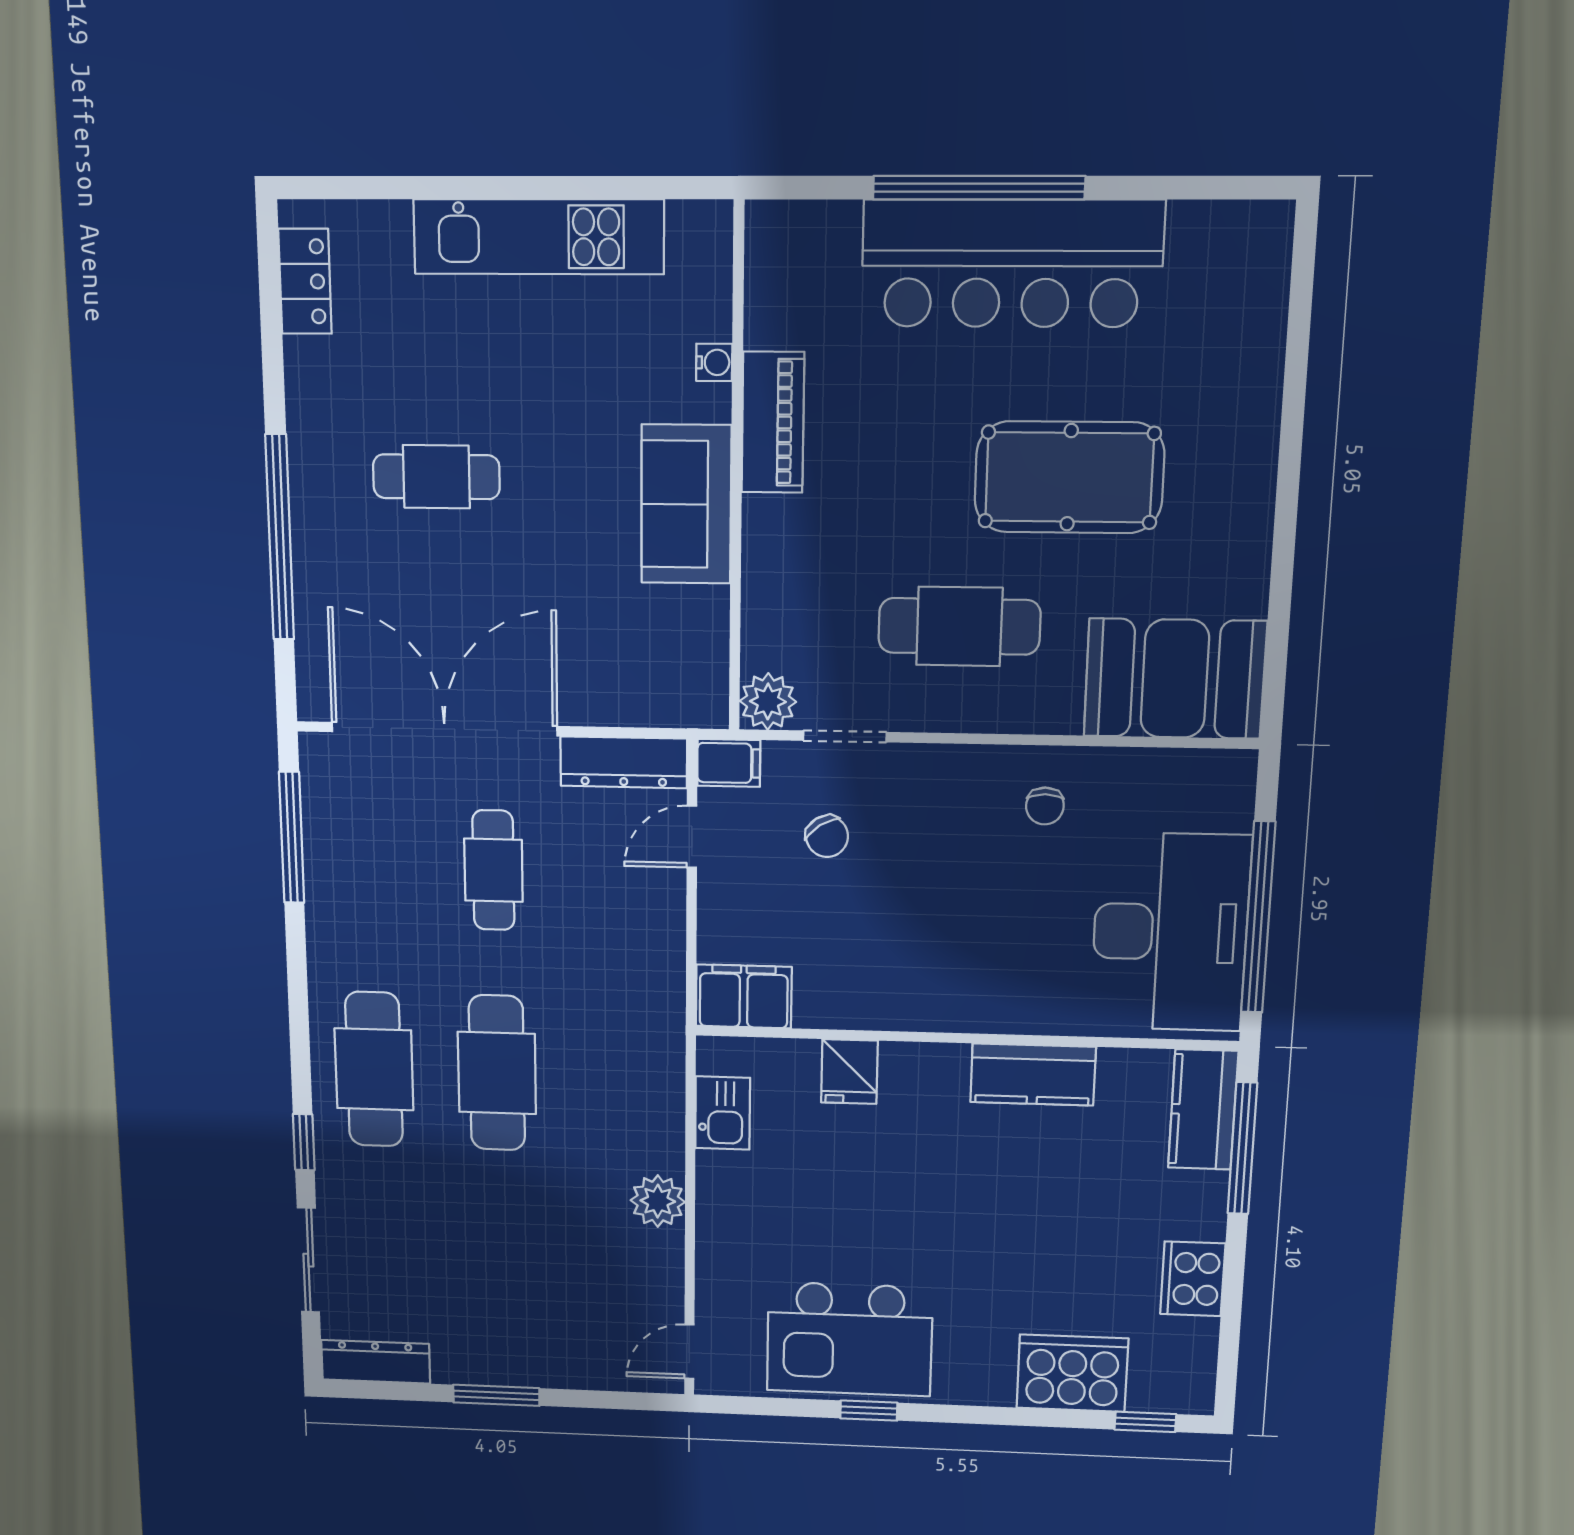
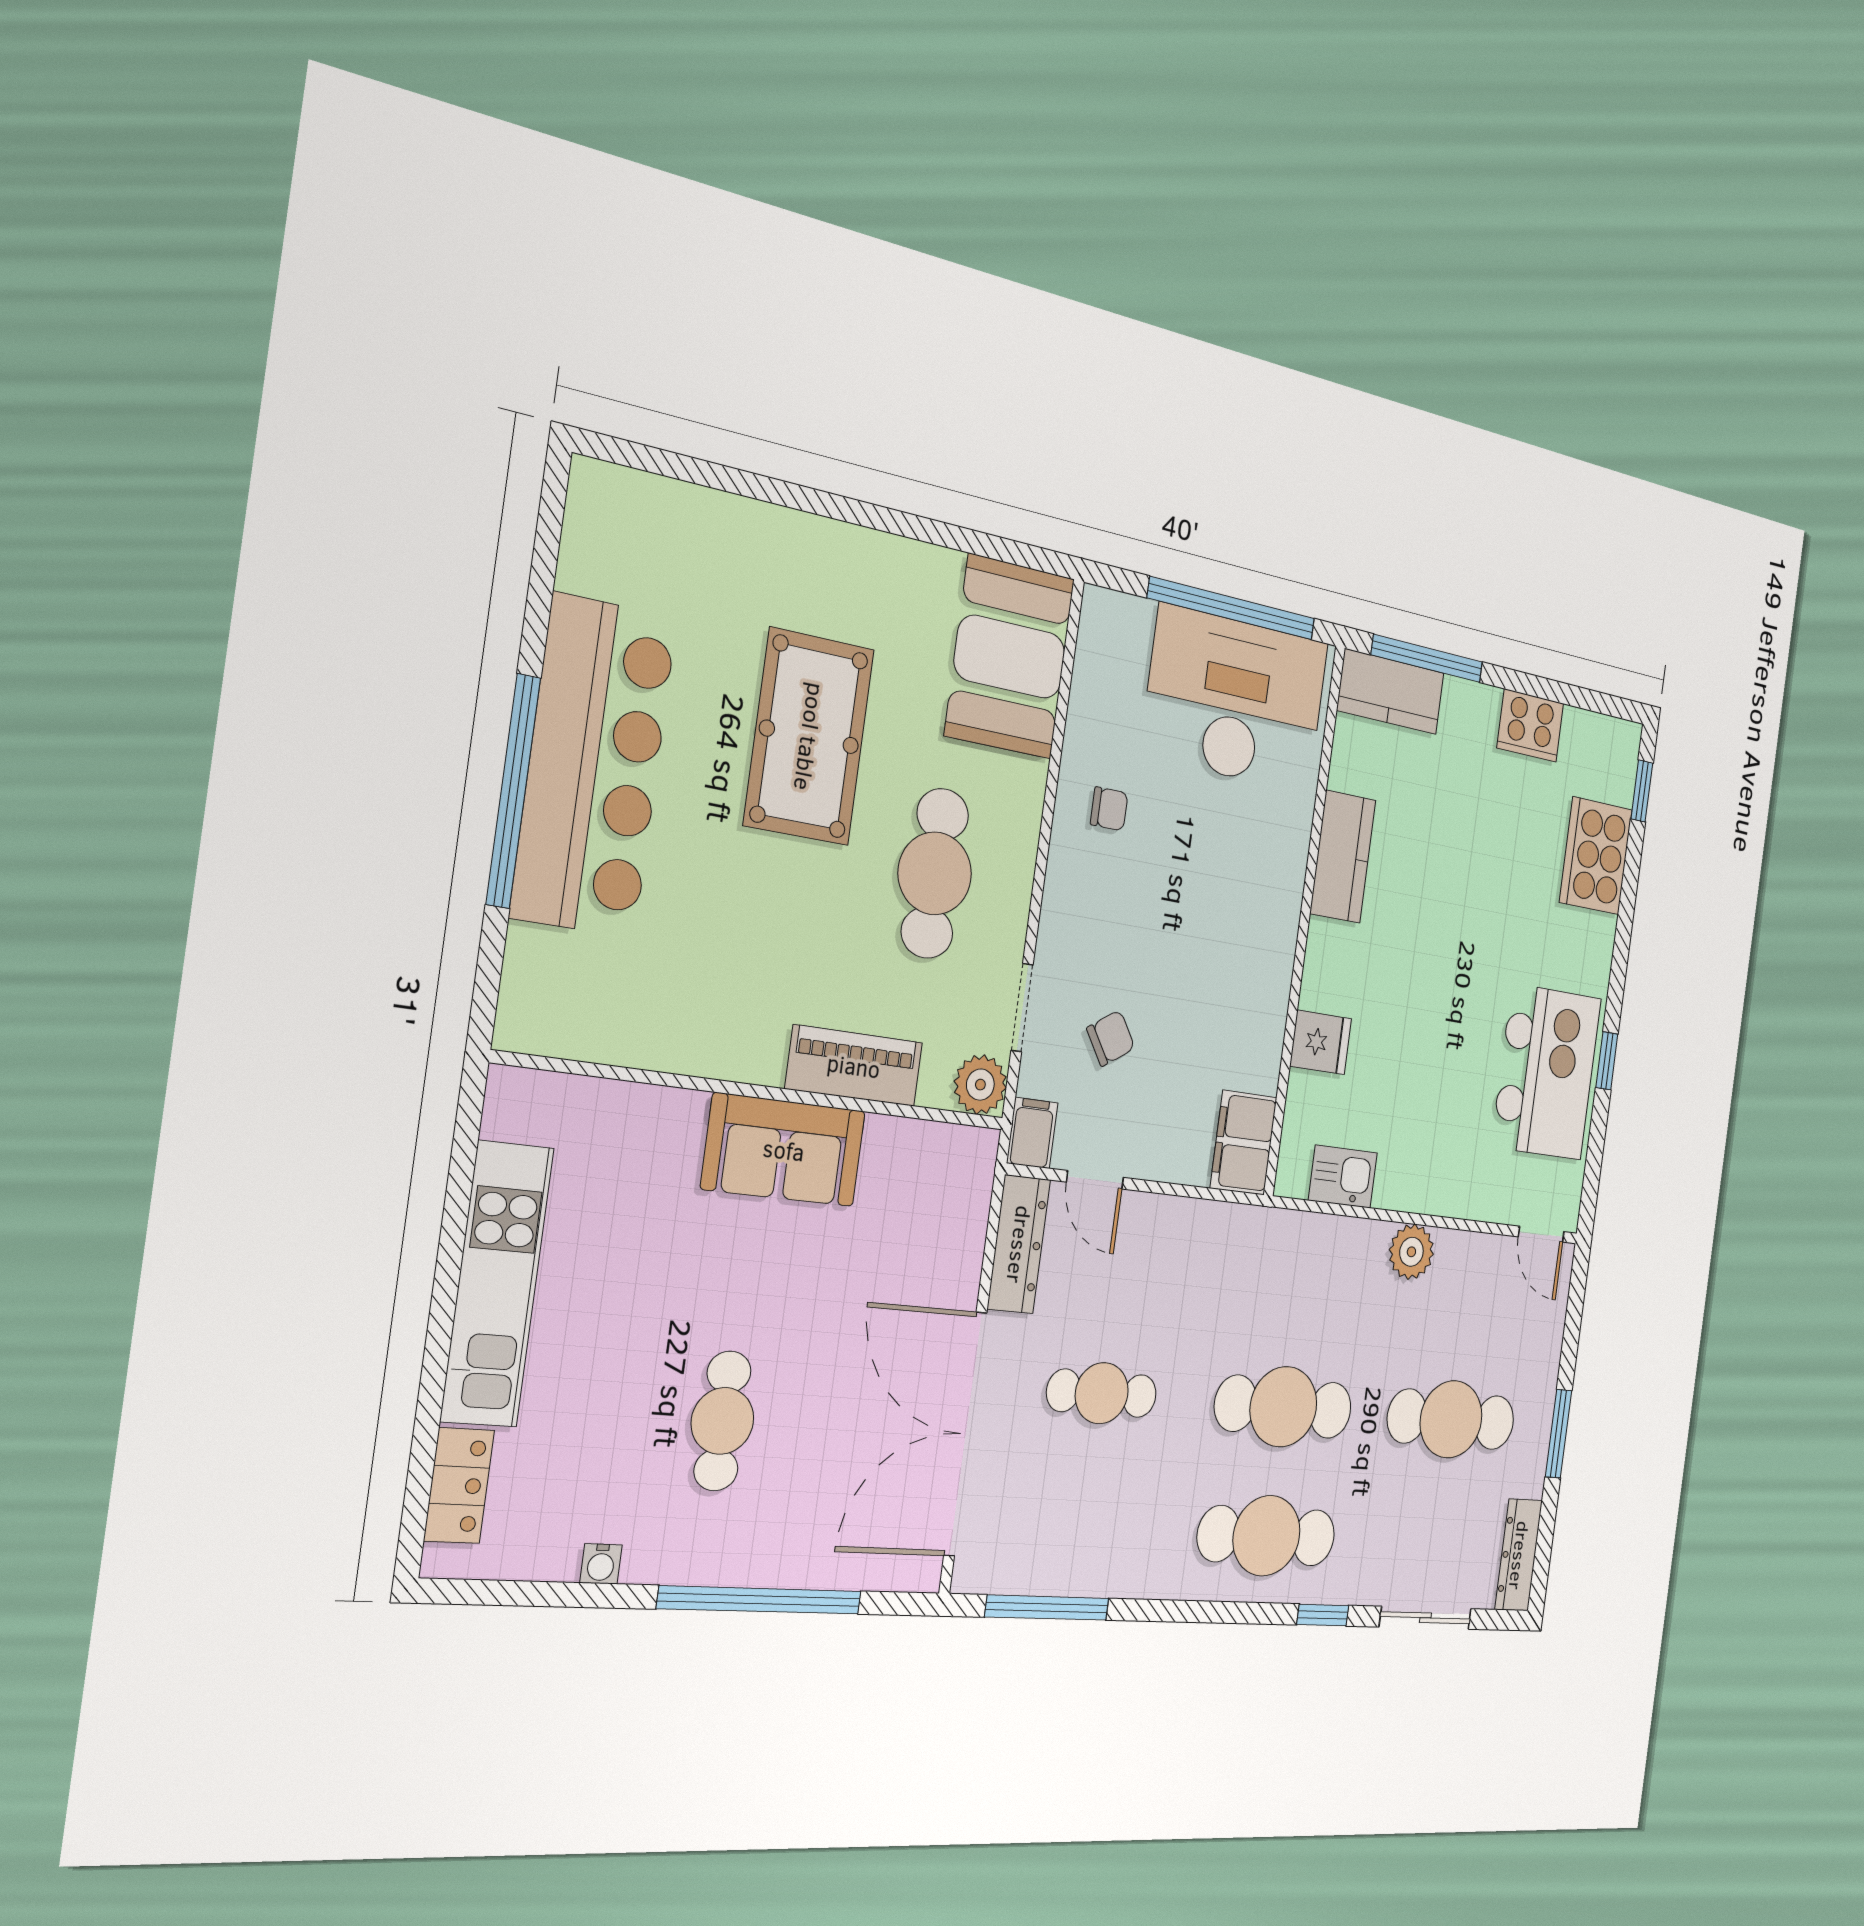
locker: (305, 281) -> (459, 1486), moved, turned 90
water cooler: (714, 362) -> (601, 1564), moved, turned 180
piano: (773, 422) -> (854, 1066), moved
cafe table: (500, 1267) -> (1451, 1419), added

